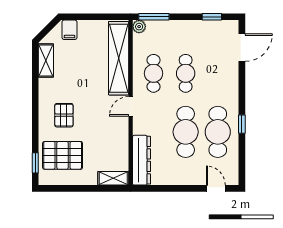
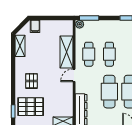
shelving: (119, 58) -> (66, 52), width x0.68

